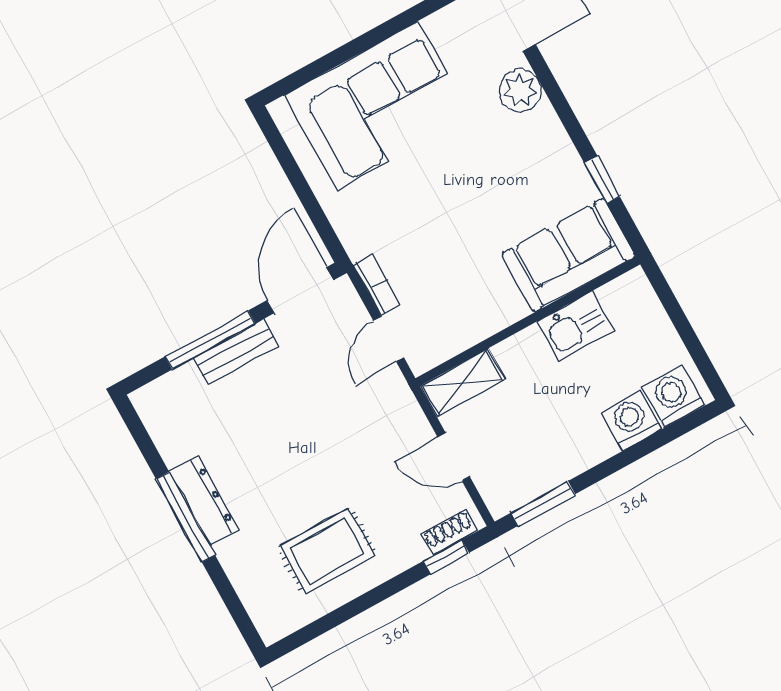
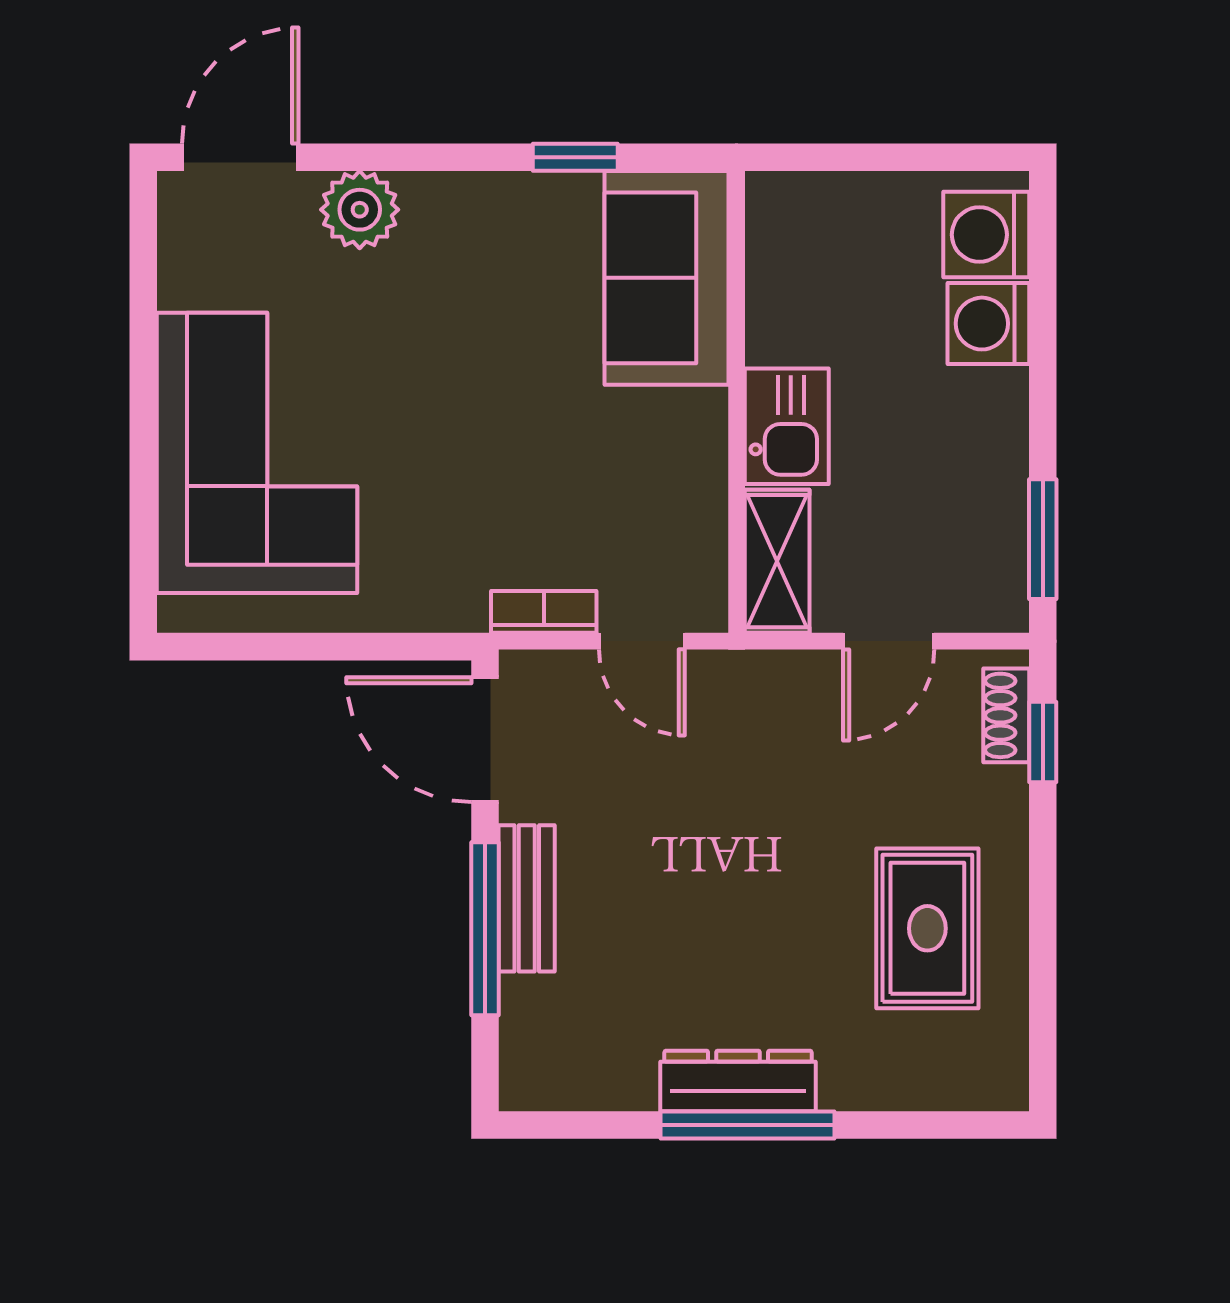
kitchen sink: (576, 326) -> (787, 426), moved

